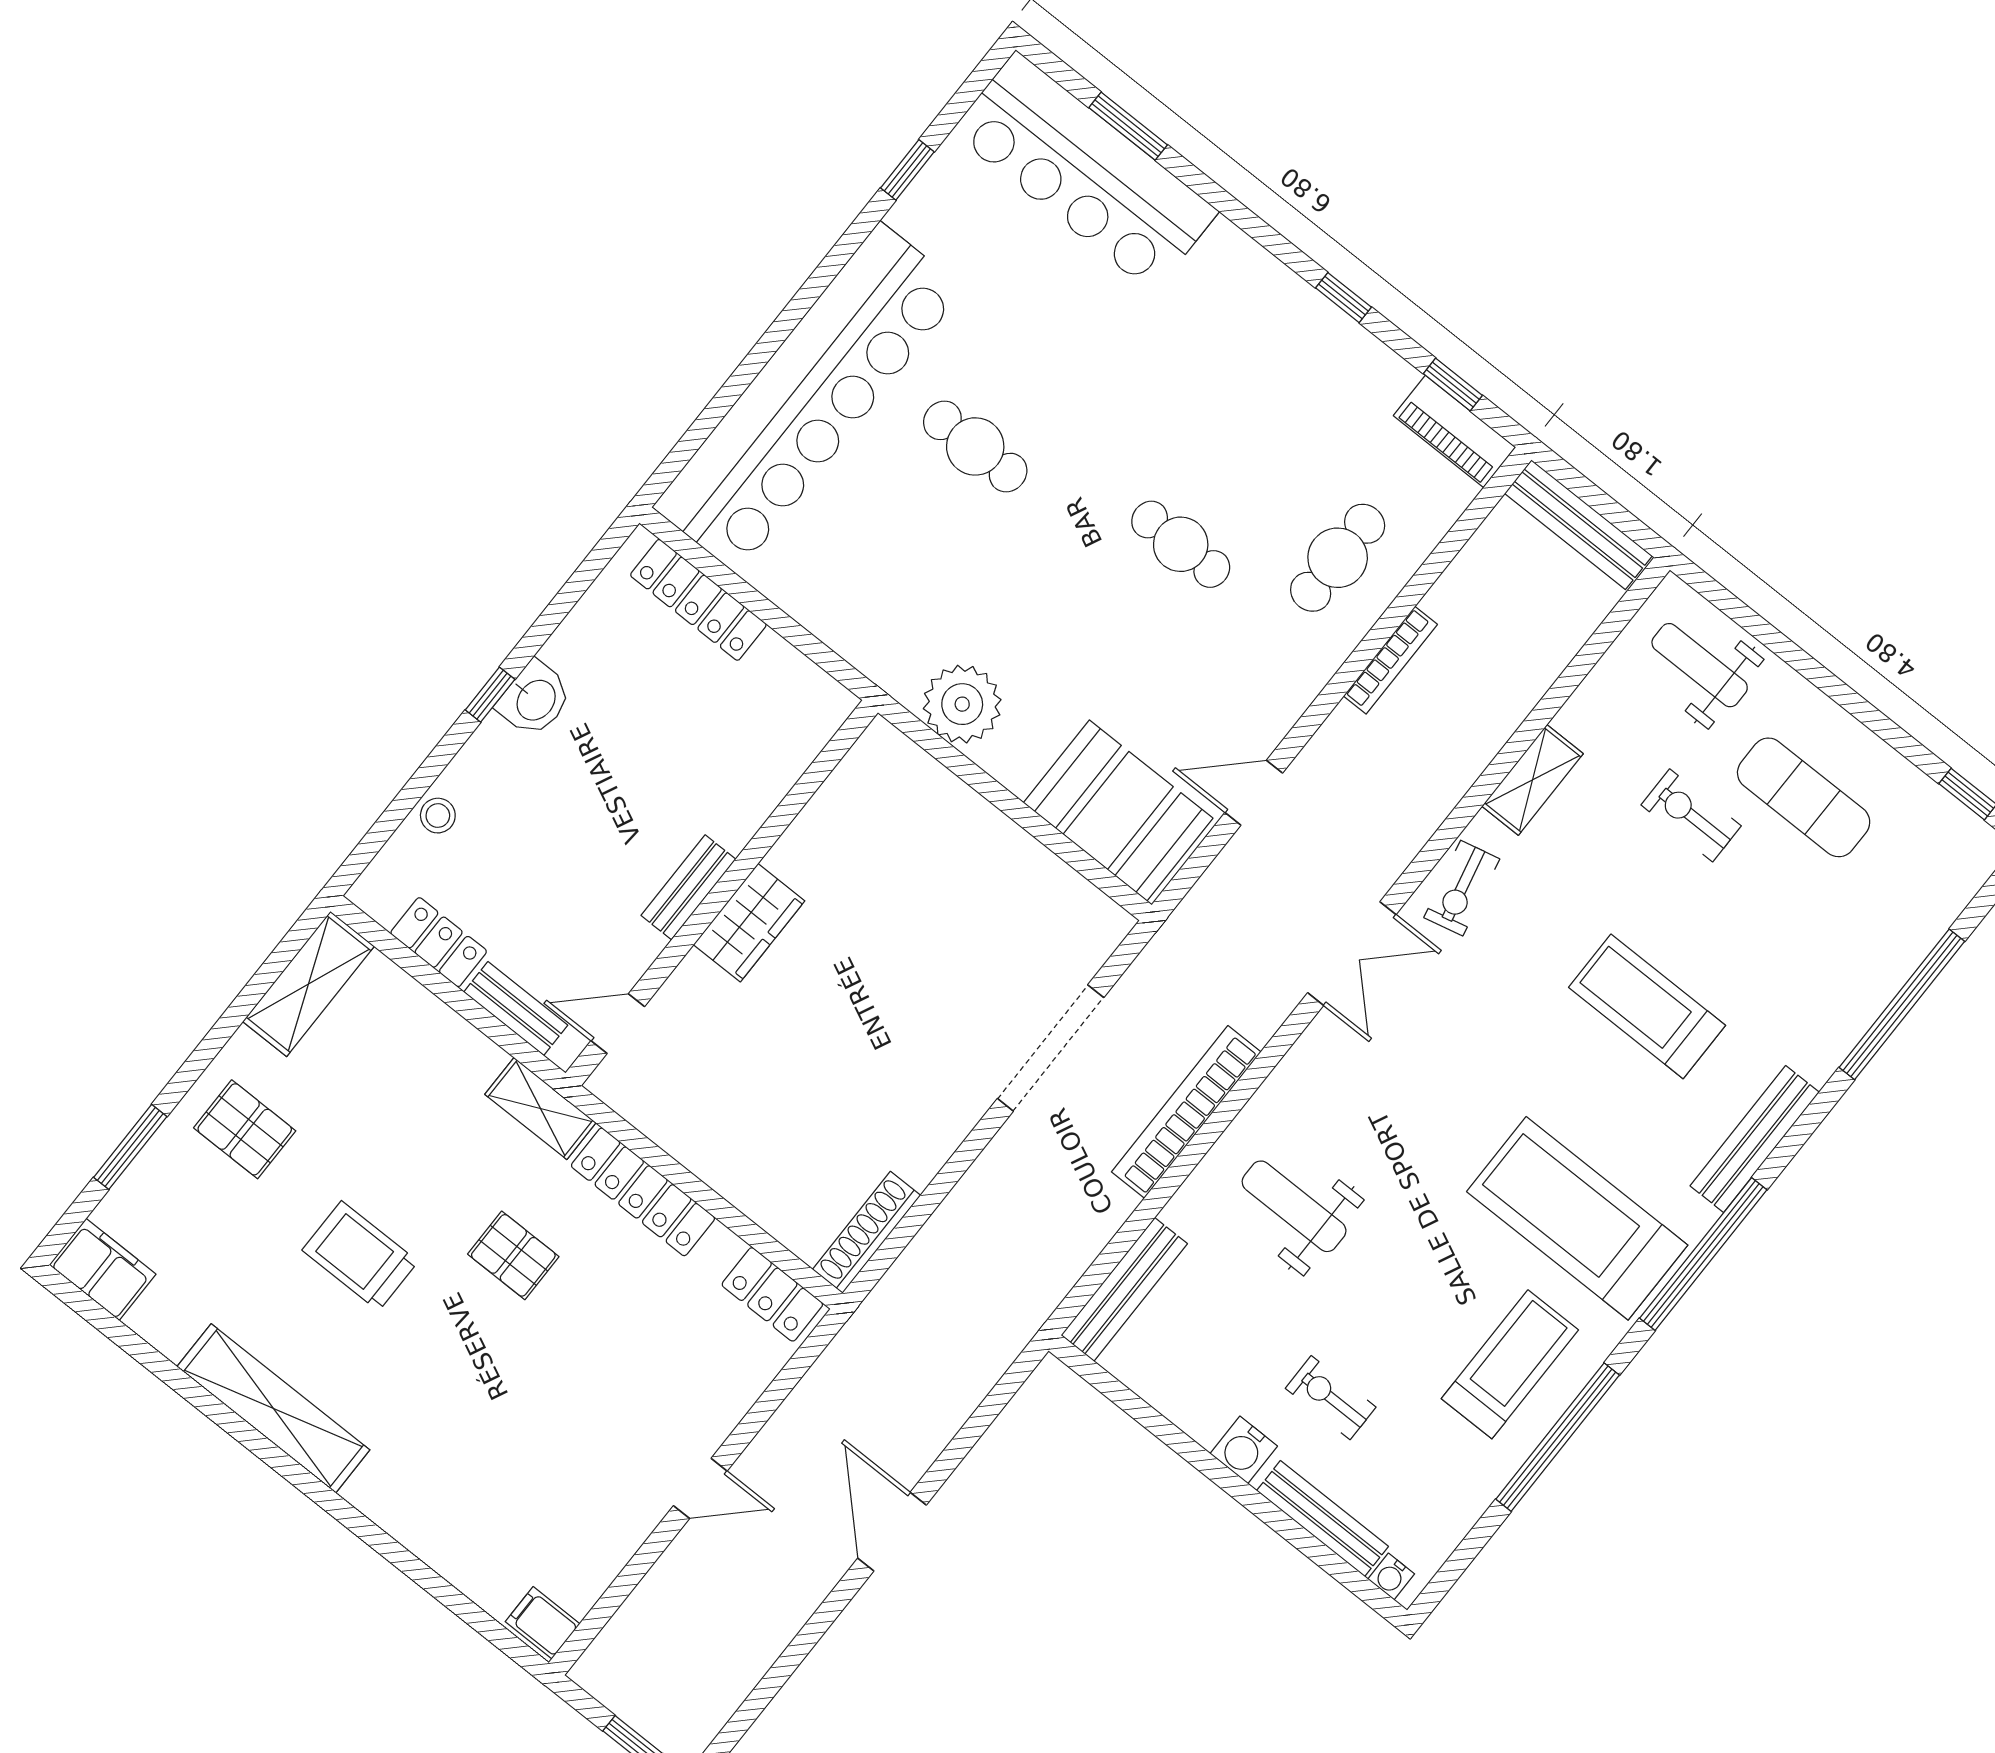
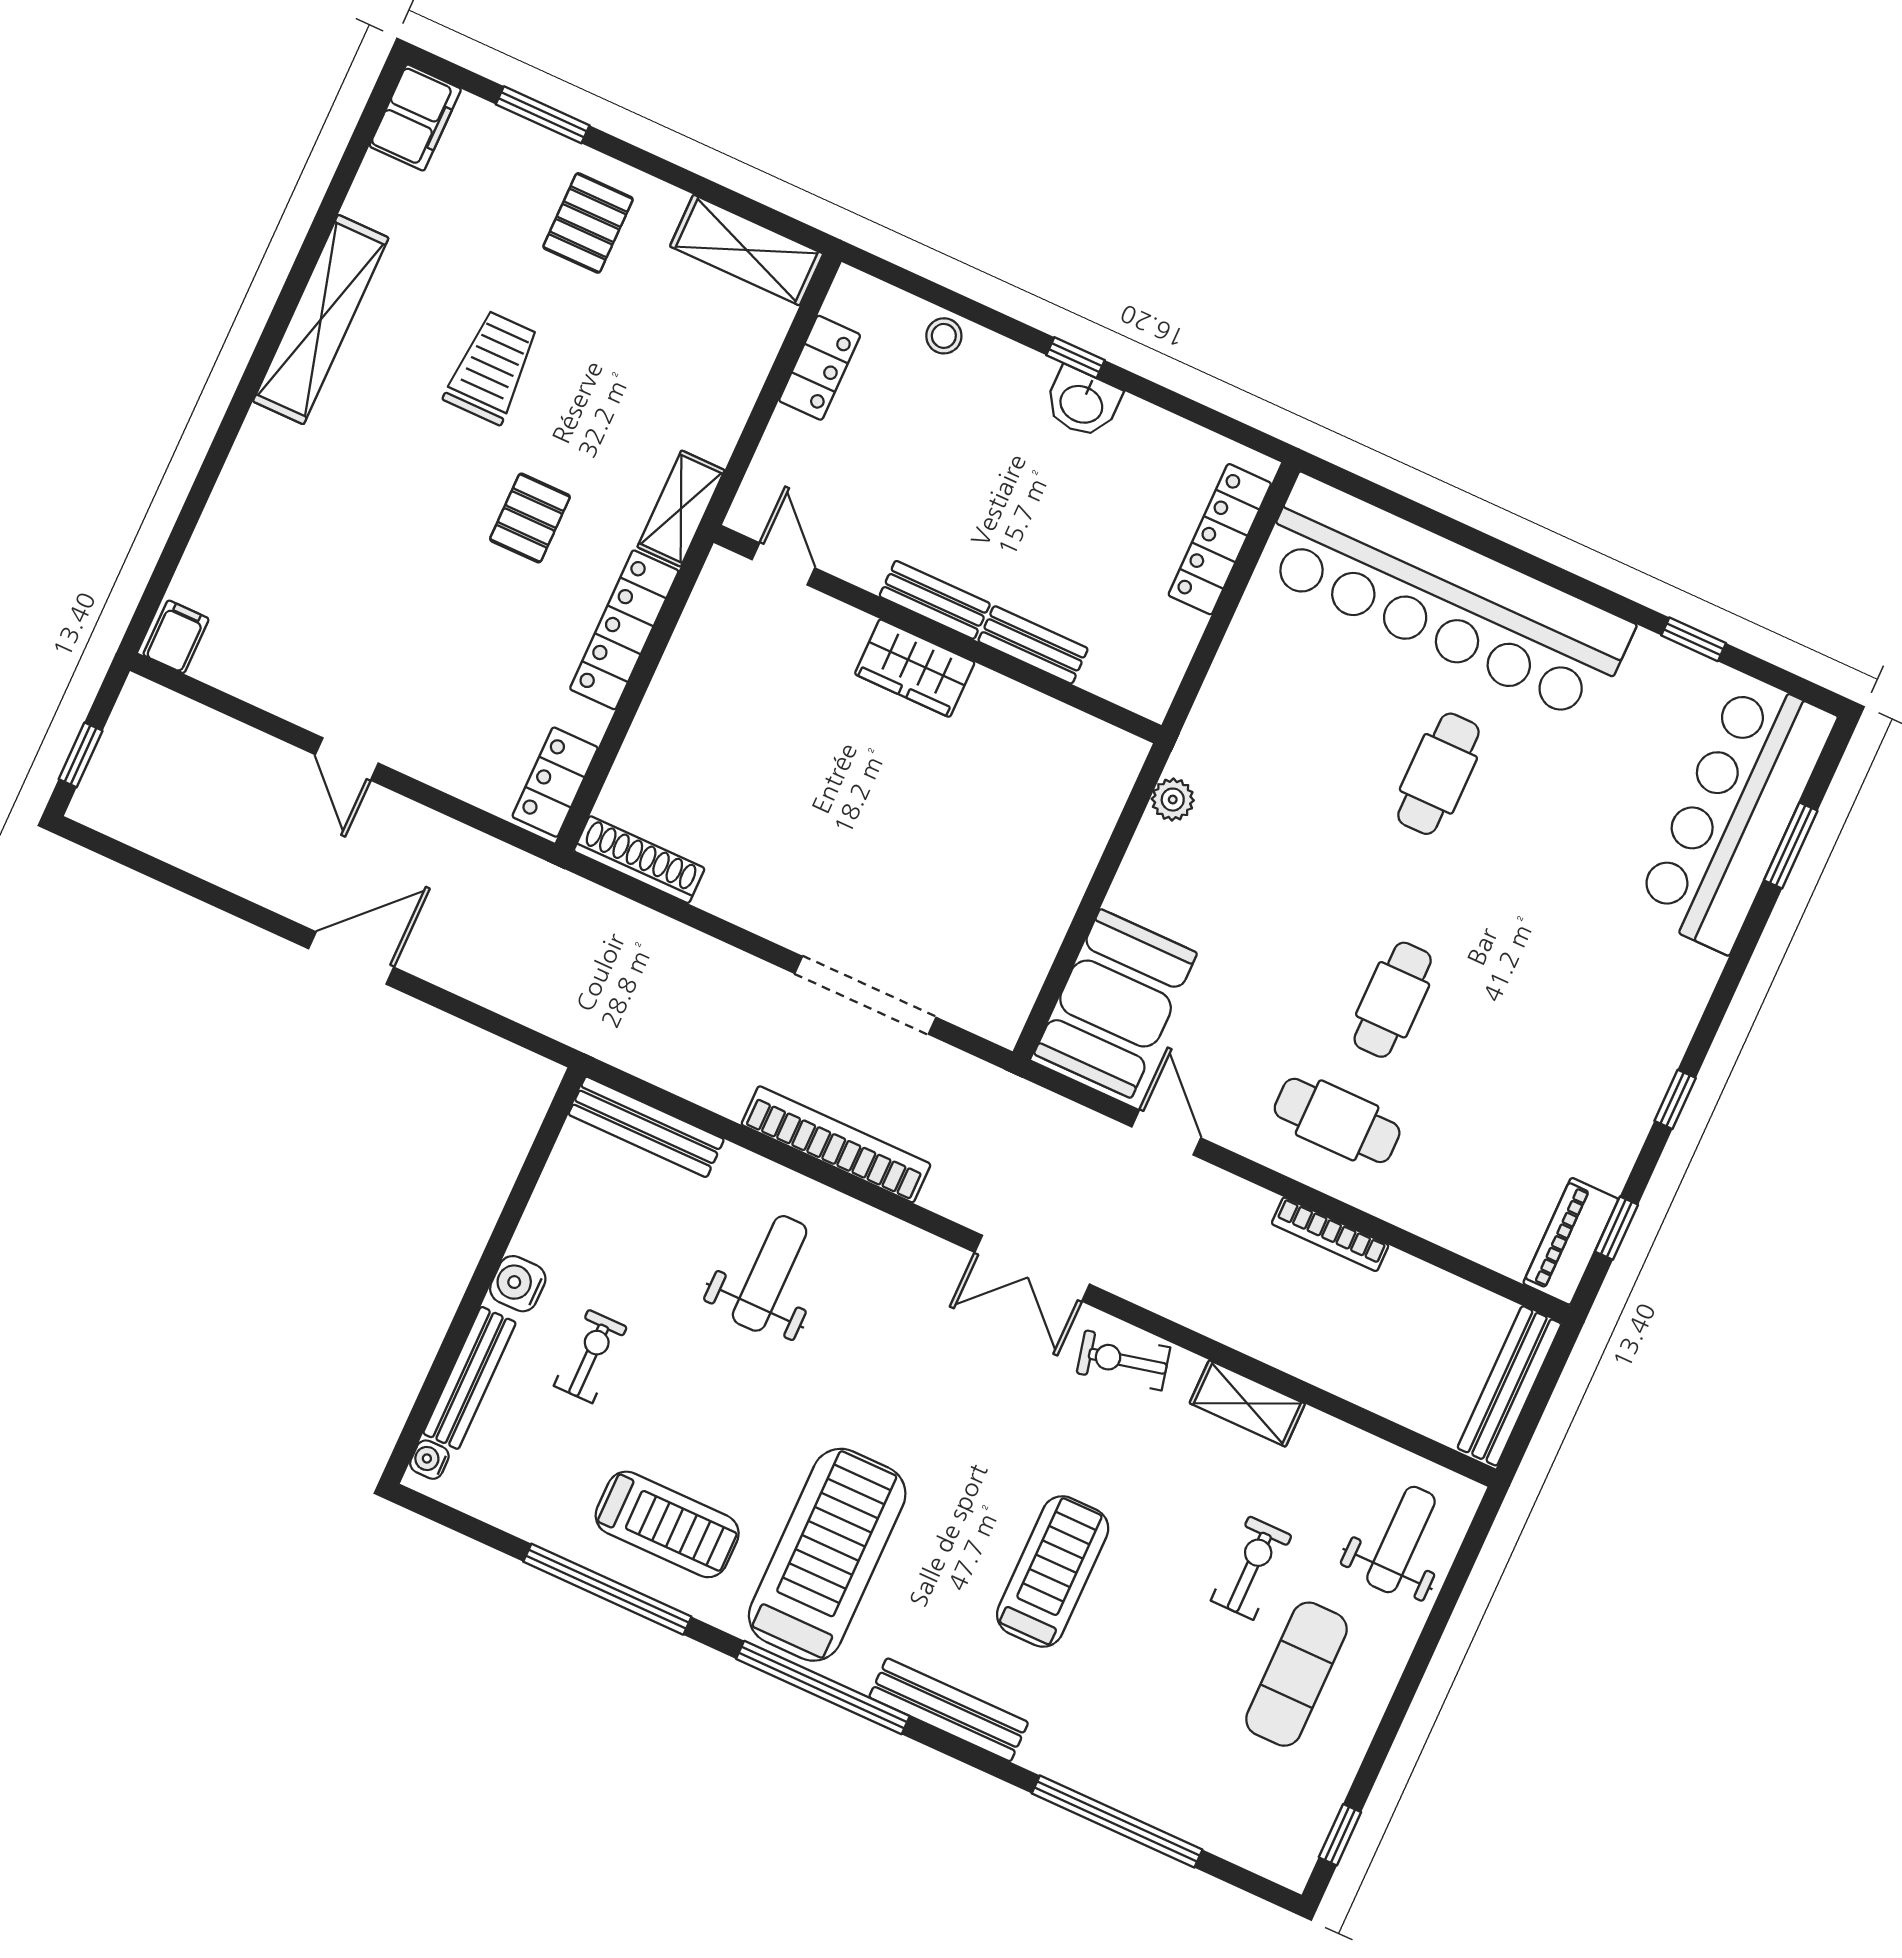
cafe table: (1338, 558) -> (1337, 1120), moved
plant: (962, 704) -> (1173, 800), width x0.53, depth x0.53
bench: (516, 1009) -> (1033, 645), moved, turned 90

